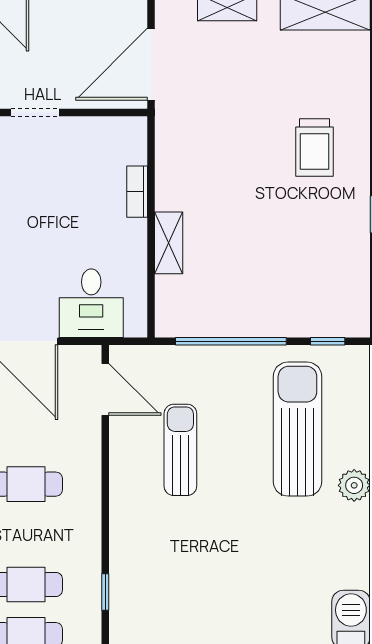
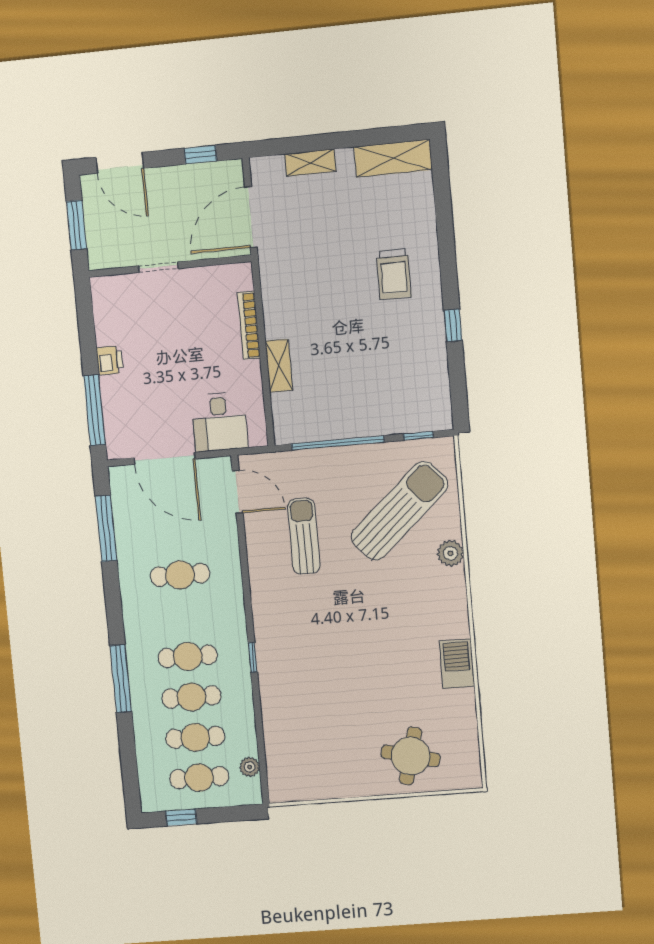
bookcase: (137, 192) -> (249, 325), width x1.56
sun lounger: (297, 429) -> (399, 511), turned 48

